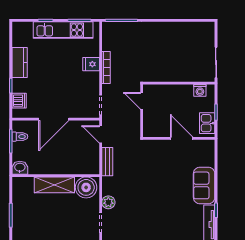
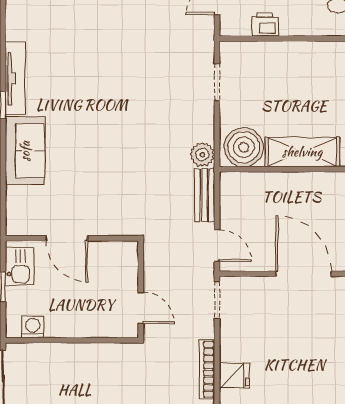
door: (54, 119) -> (304, 274), hinge flipped
plant: (108, 202) -> (202, 155), moved

